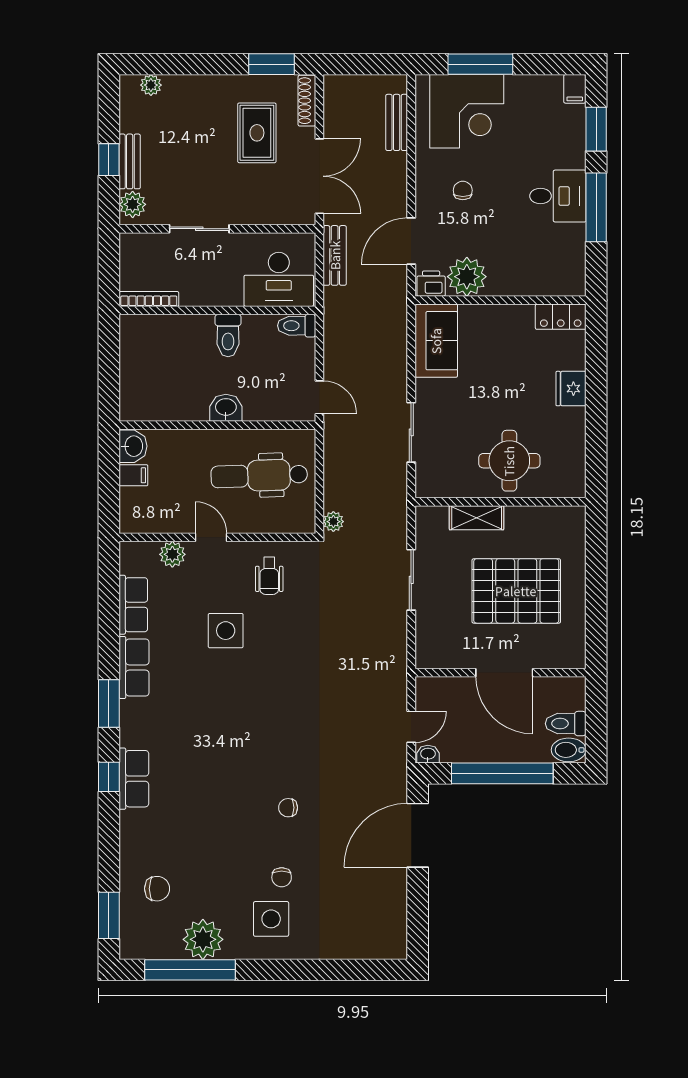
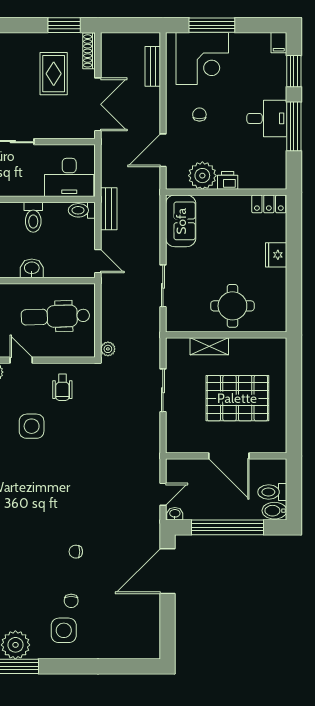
bench: (335, 255) -> (109, 209), moved
printer: (431, 284) -> (228, 180), moved

